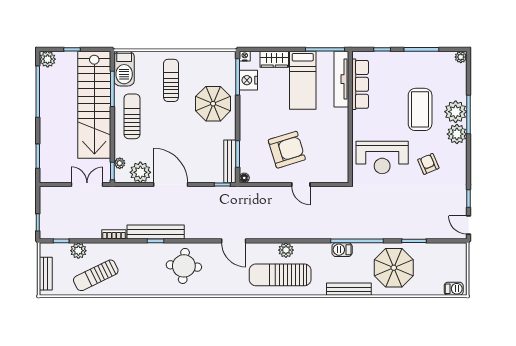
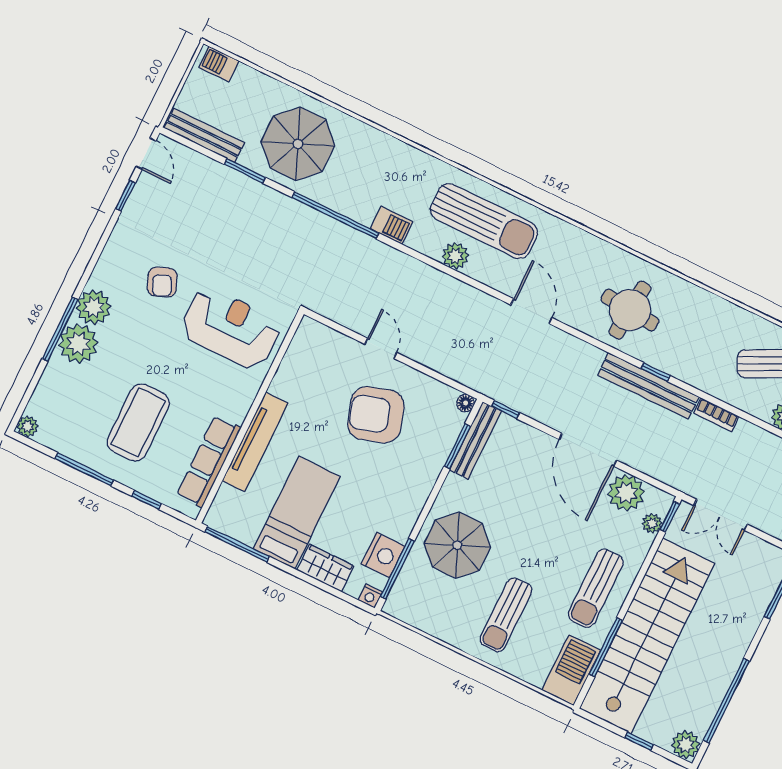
tv unit: (341, 79) -> (255, 442), moved
coffee table: (420, 109) -> (138, 422), moved
barbecue: (342, 250) -> (391, 225), moved
bench: (349, 289) -> (204, 135), moved

